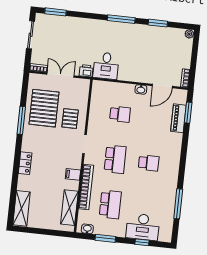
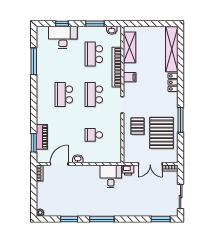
school desk: (149, 163) -> (64, 94), width x1.85
shelving: (22, 208) -> (172, 49), width x1.47

